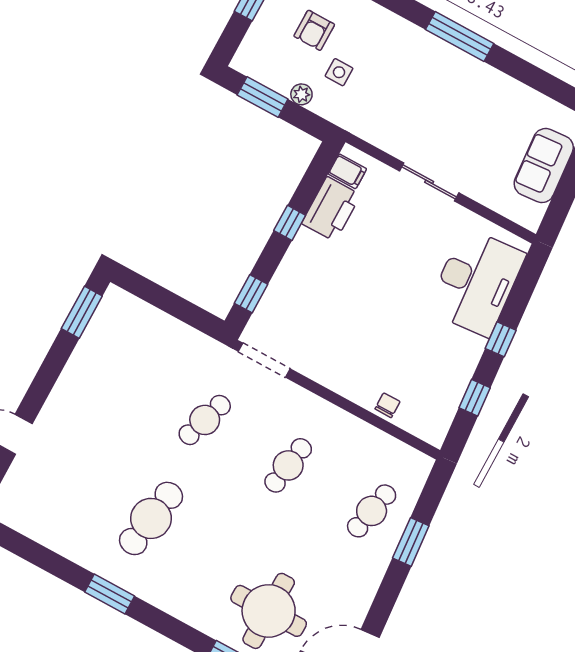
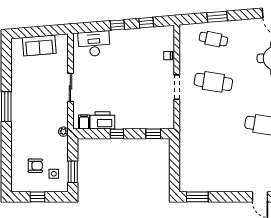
side table: (339, 72) -> (54, 174), moved
plant: (301, 94) -> (63, 132), moved
desk: (476, 282) -> (94, 44), width x0.73, depth x0.77
doorway: (264, 360) -> (177, 87), moved
cafe table: (205, 420) -> (213, 125), removed
cafe table: (288, 465) -> (213, 82), width x1.37, depth x1.35

